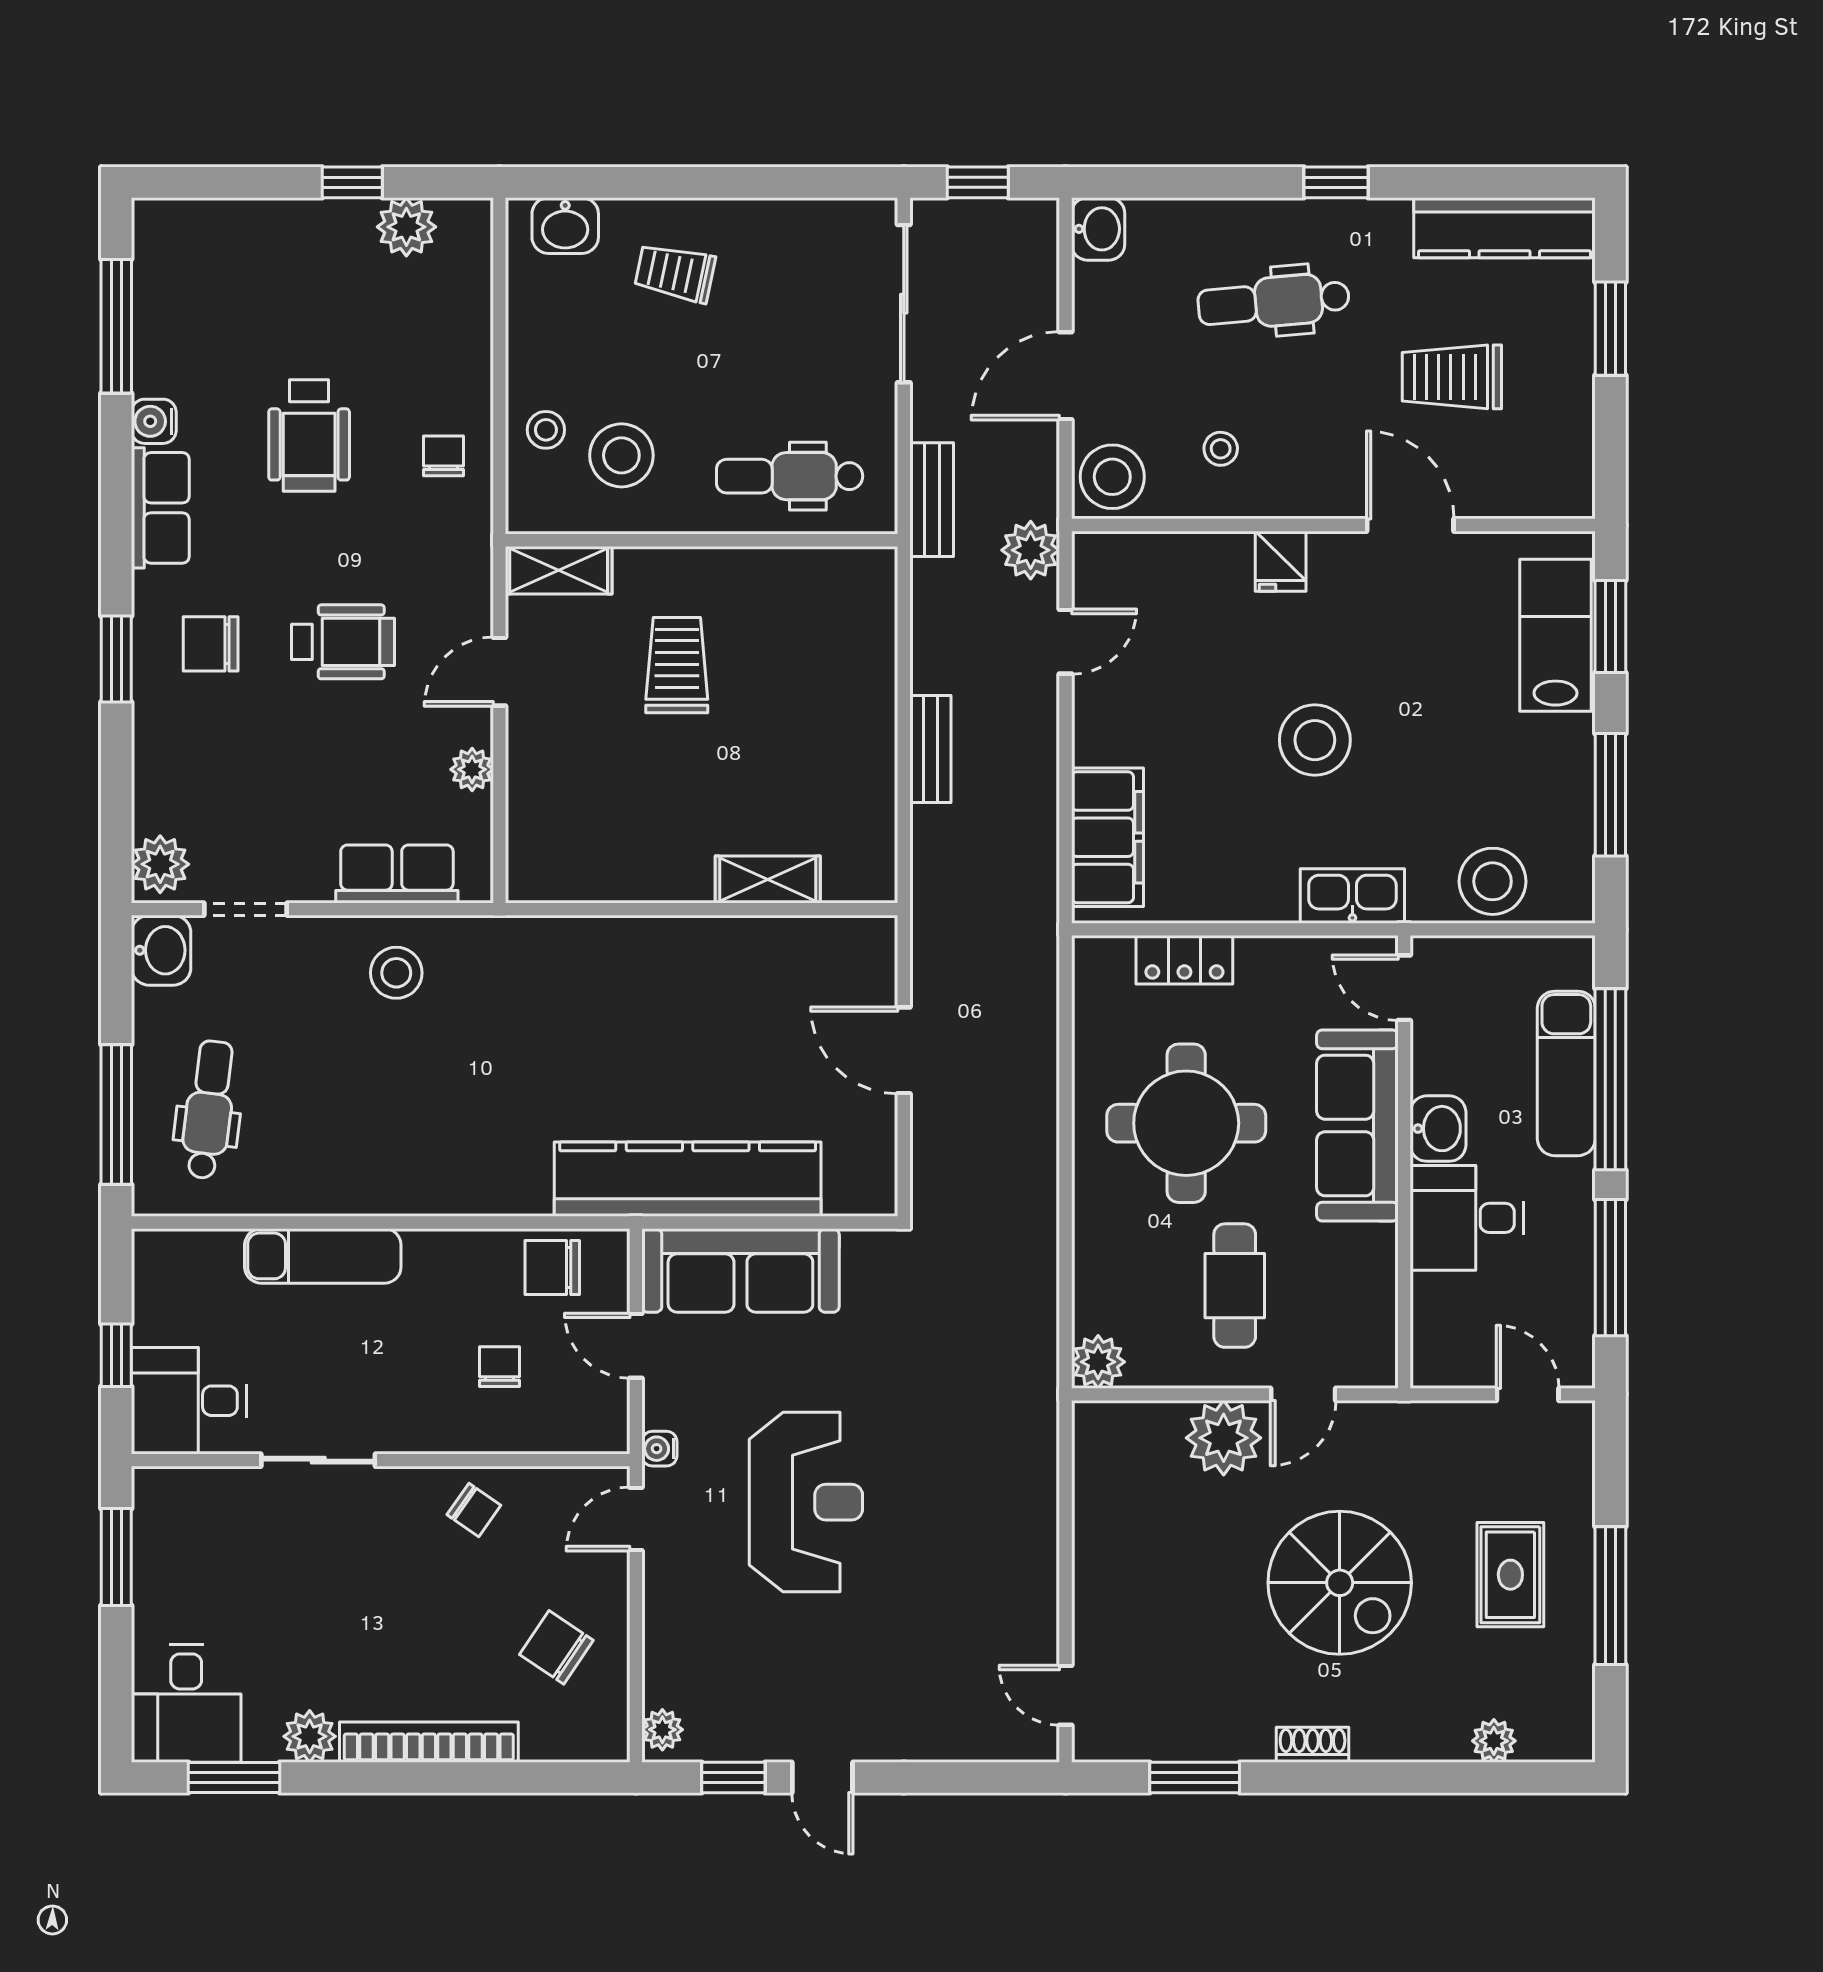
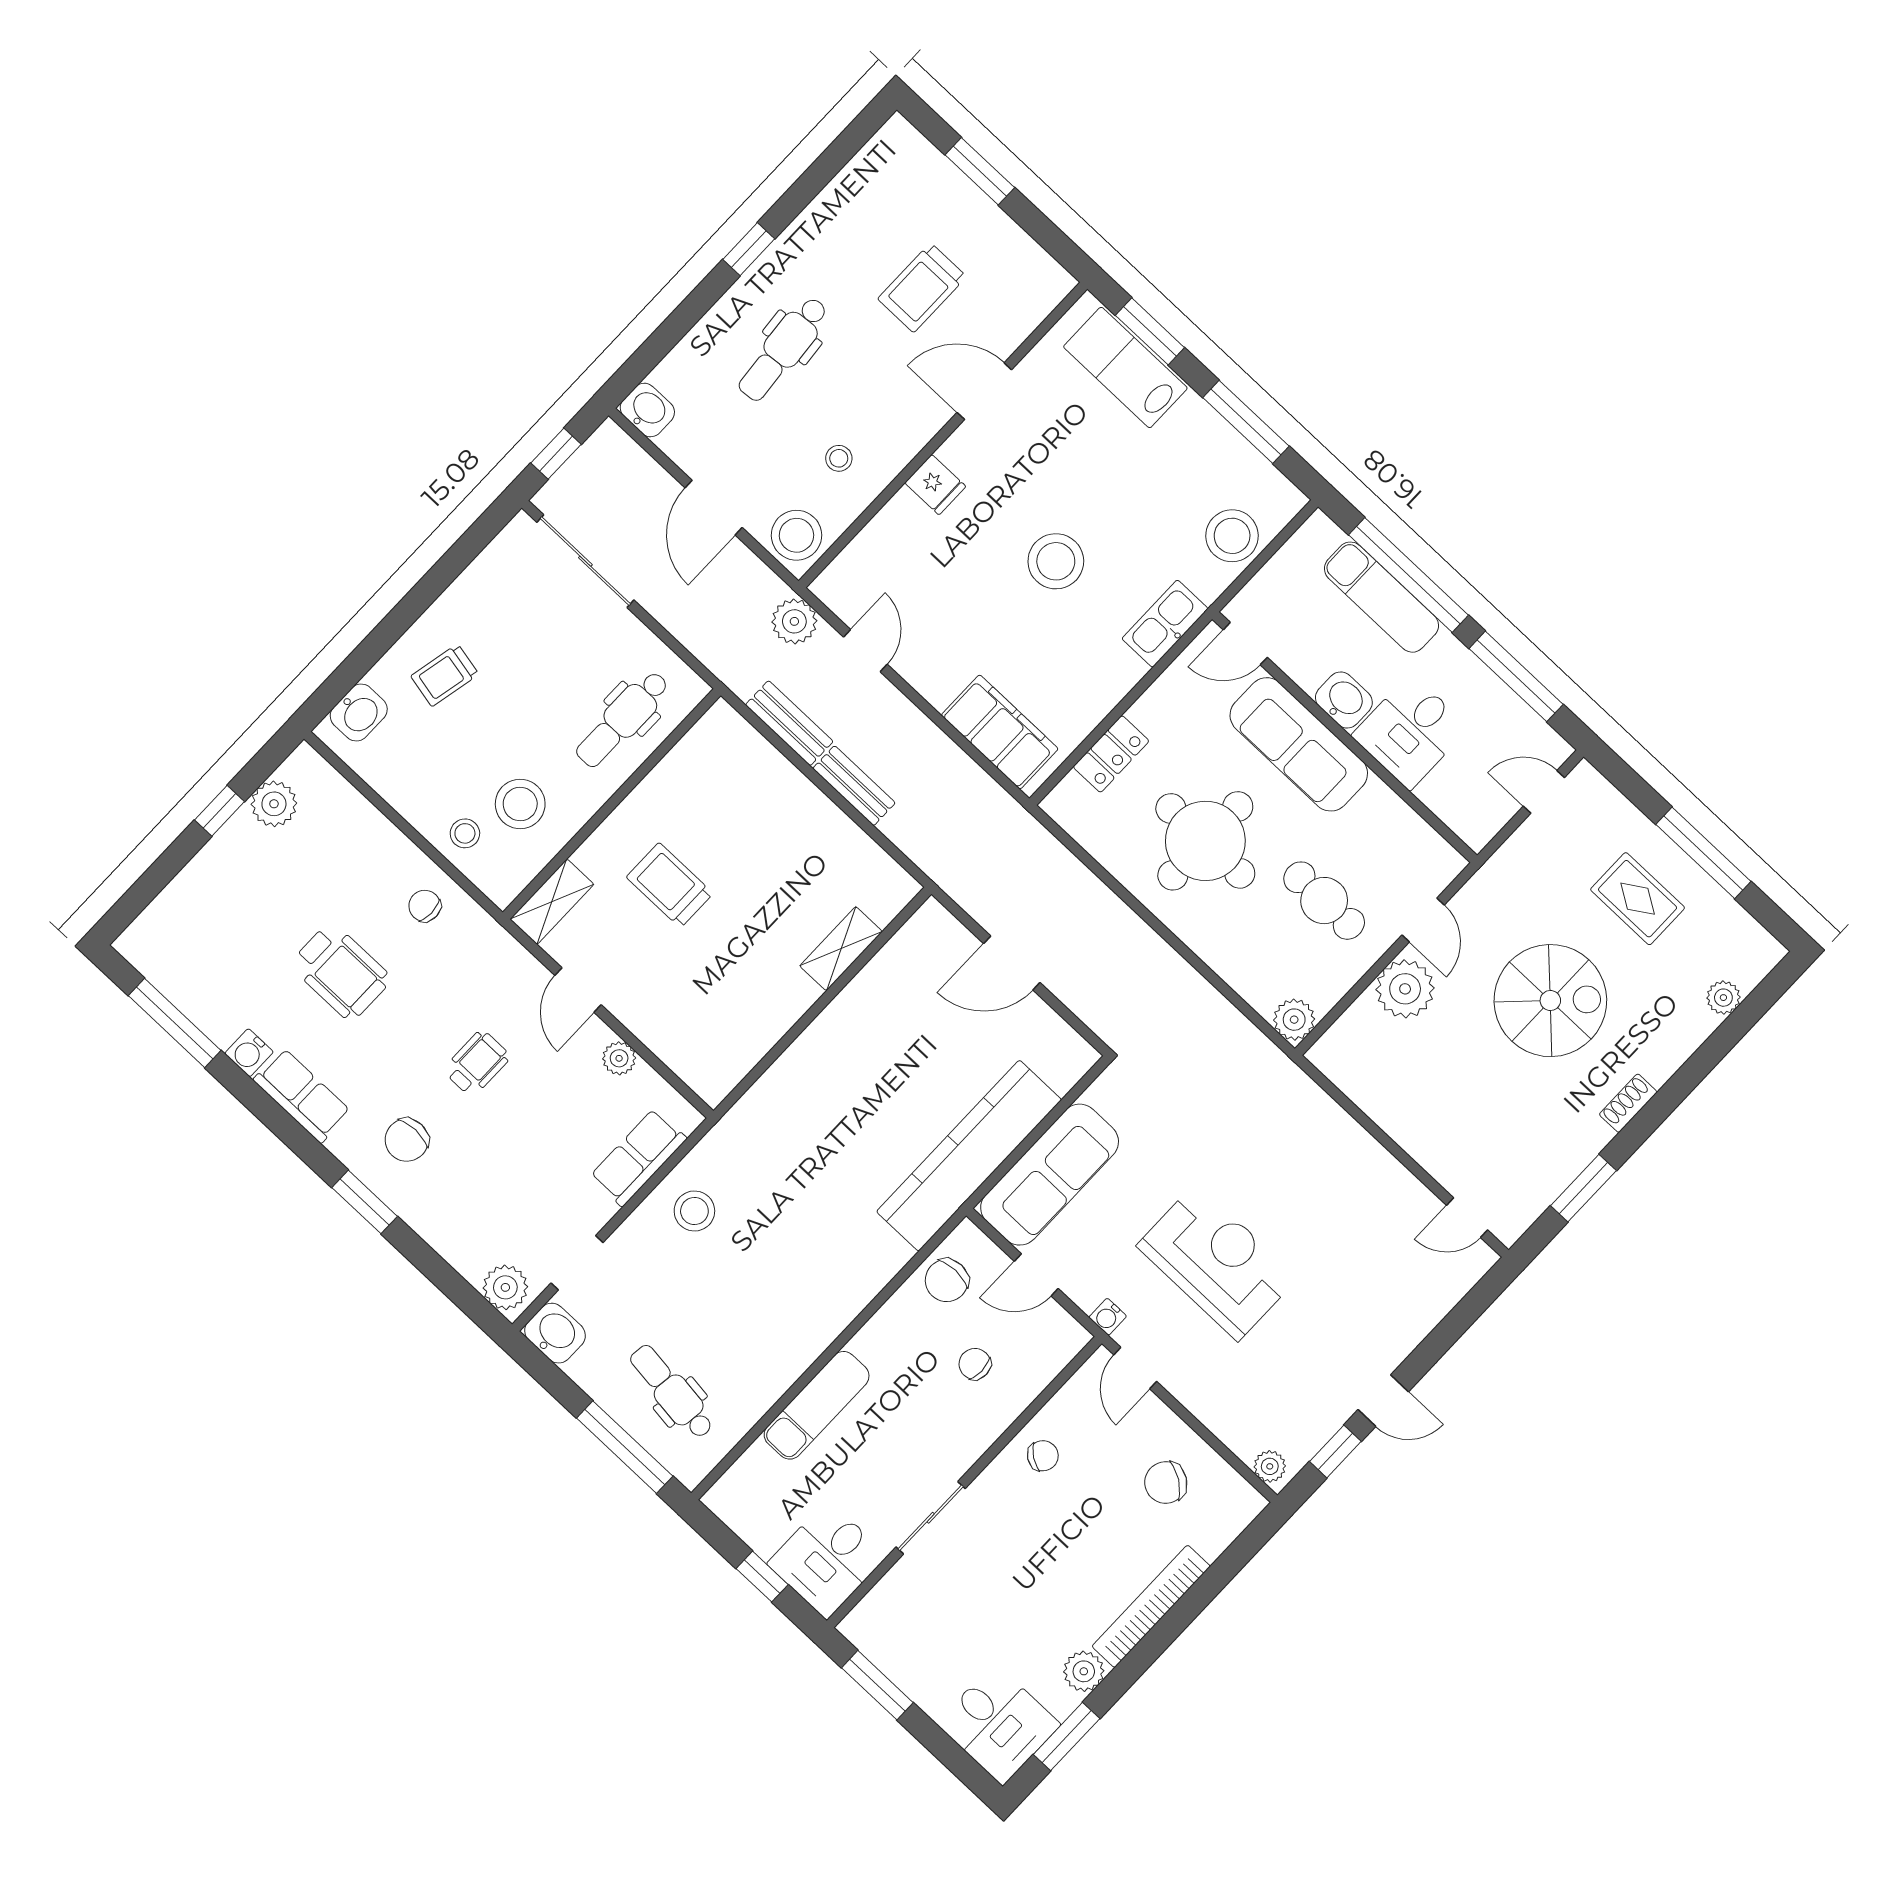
kitchen counter: (1504, 228) -> (865, 177), removed
bench: (932, 500) -> (789, 723), moved
wheelchair: (343, 642) -> (477, 1063), width x0.73, depth x0.73

